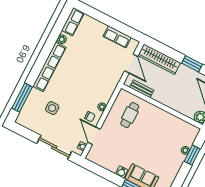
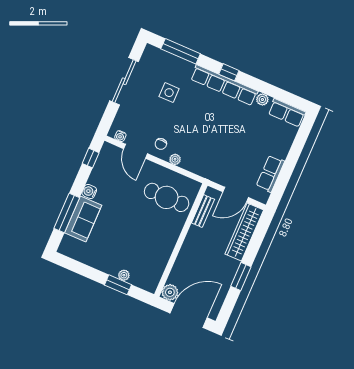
window: (40, 63) -> (229, 72), added
cafe table: (130, 115) -> (167, 197), width x1.37, depth x1.35
door: (94, 136) -> (136, 151), swing flipped
sliding door: (54, 147) -> (124, 81), moved
window: (97, 169) -> (91, 158), added

